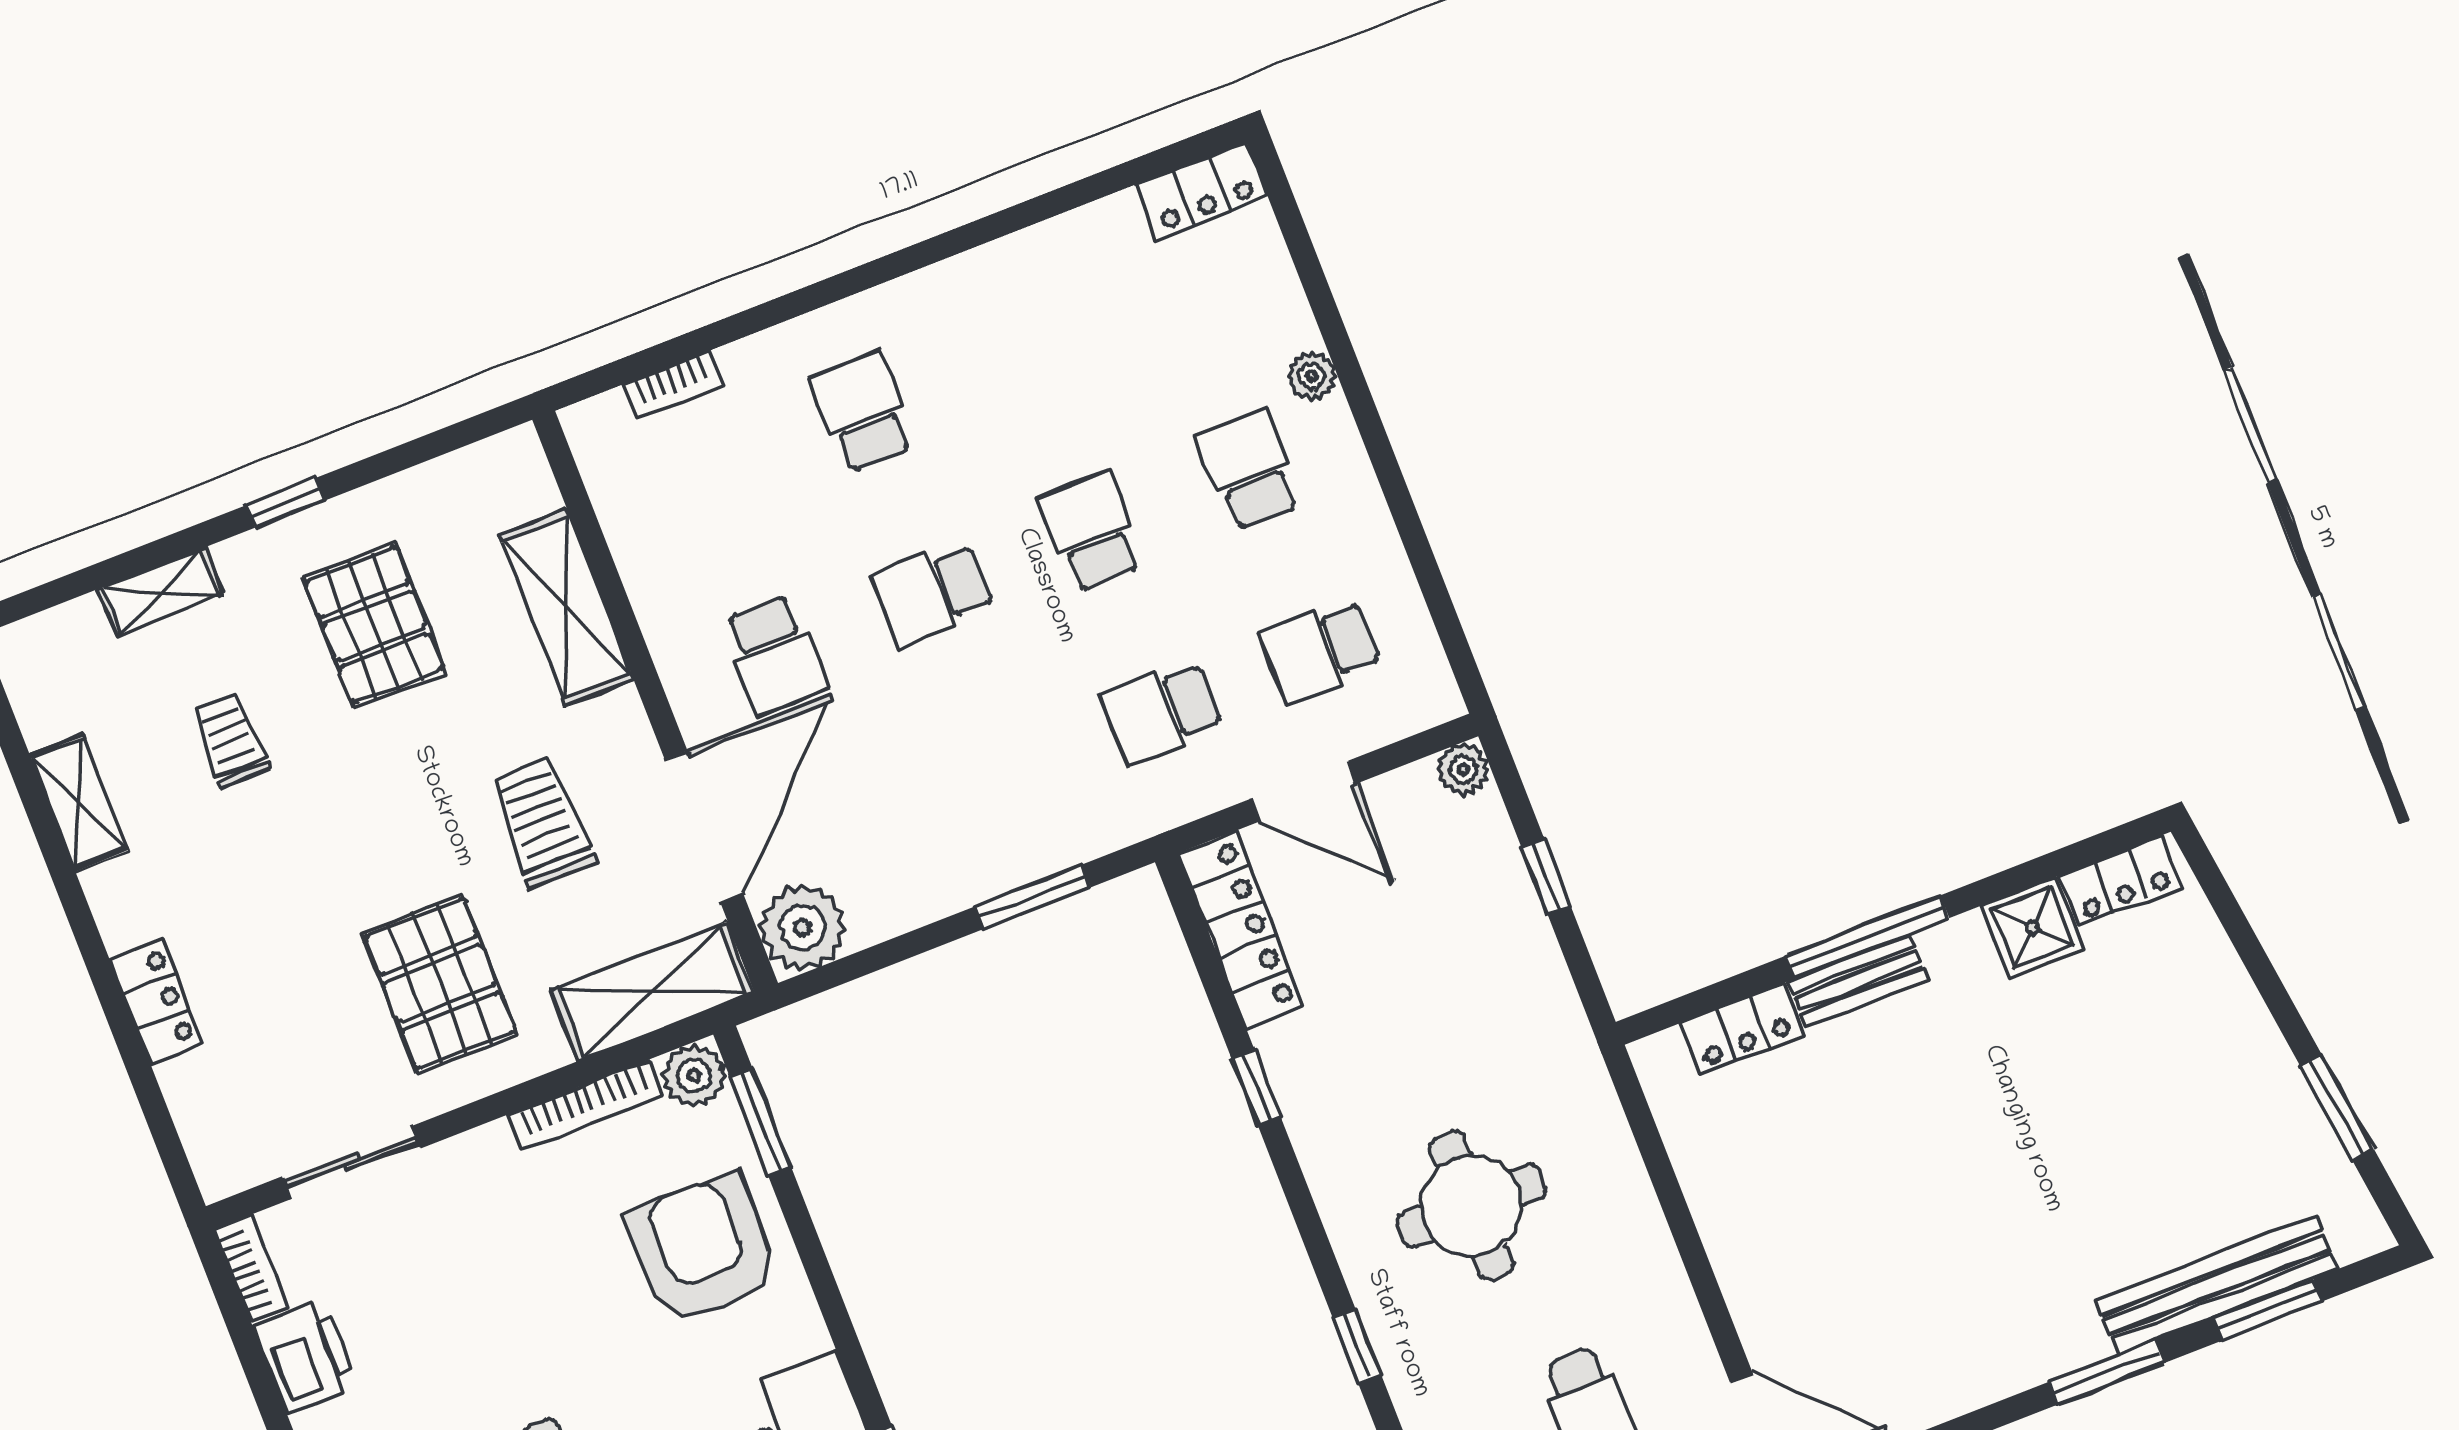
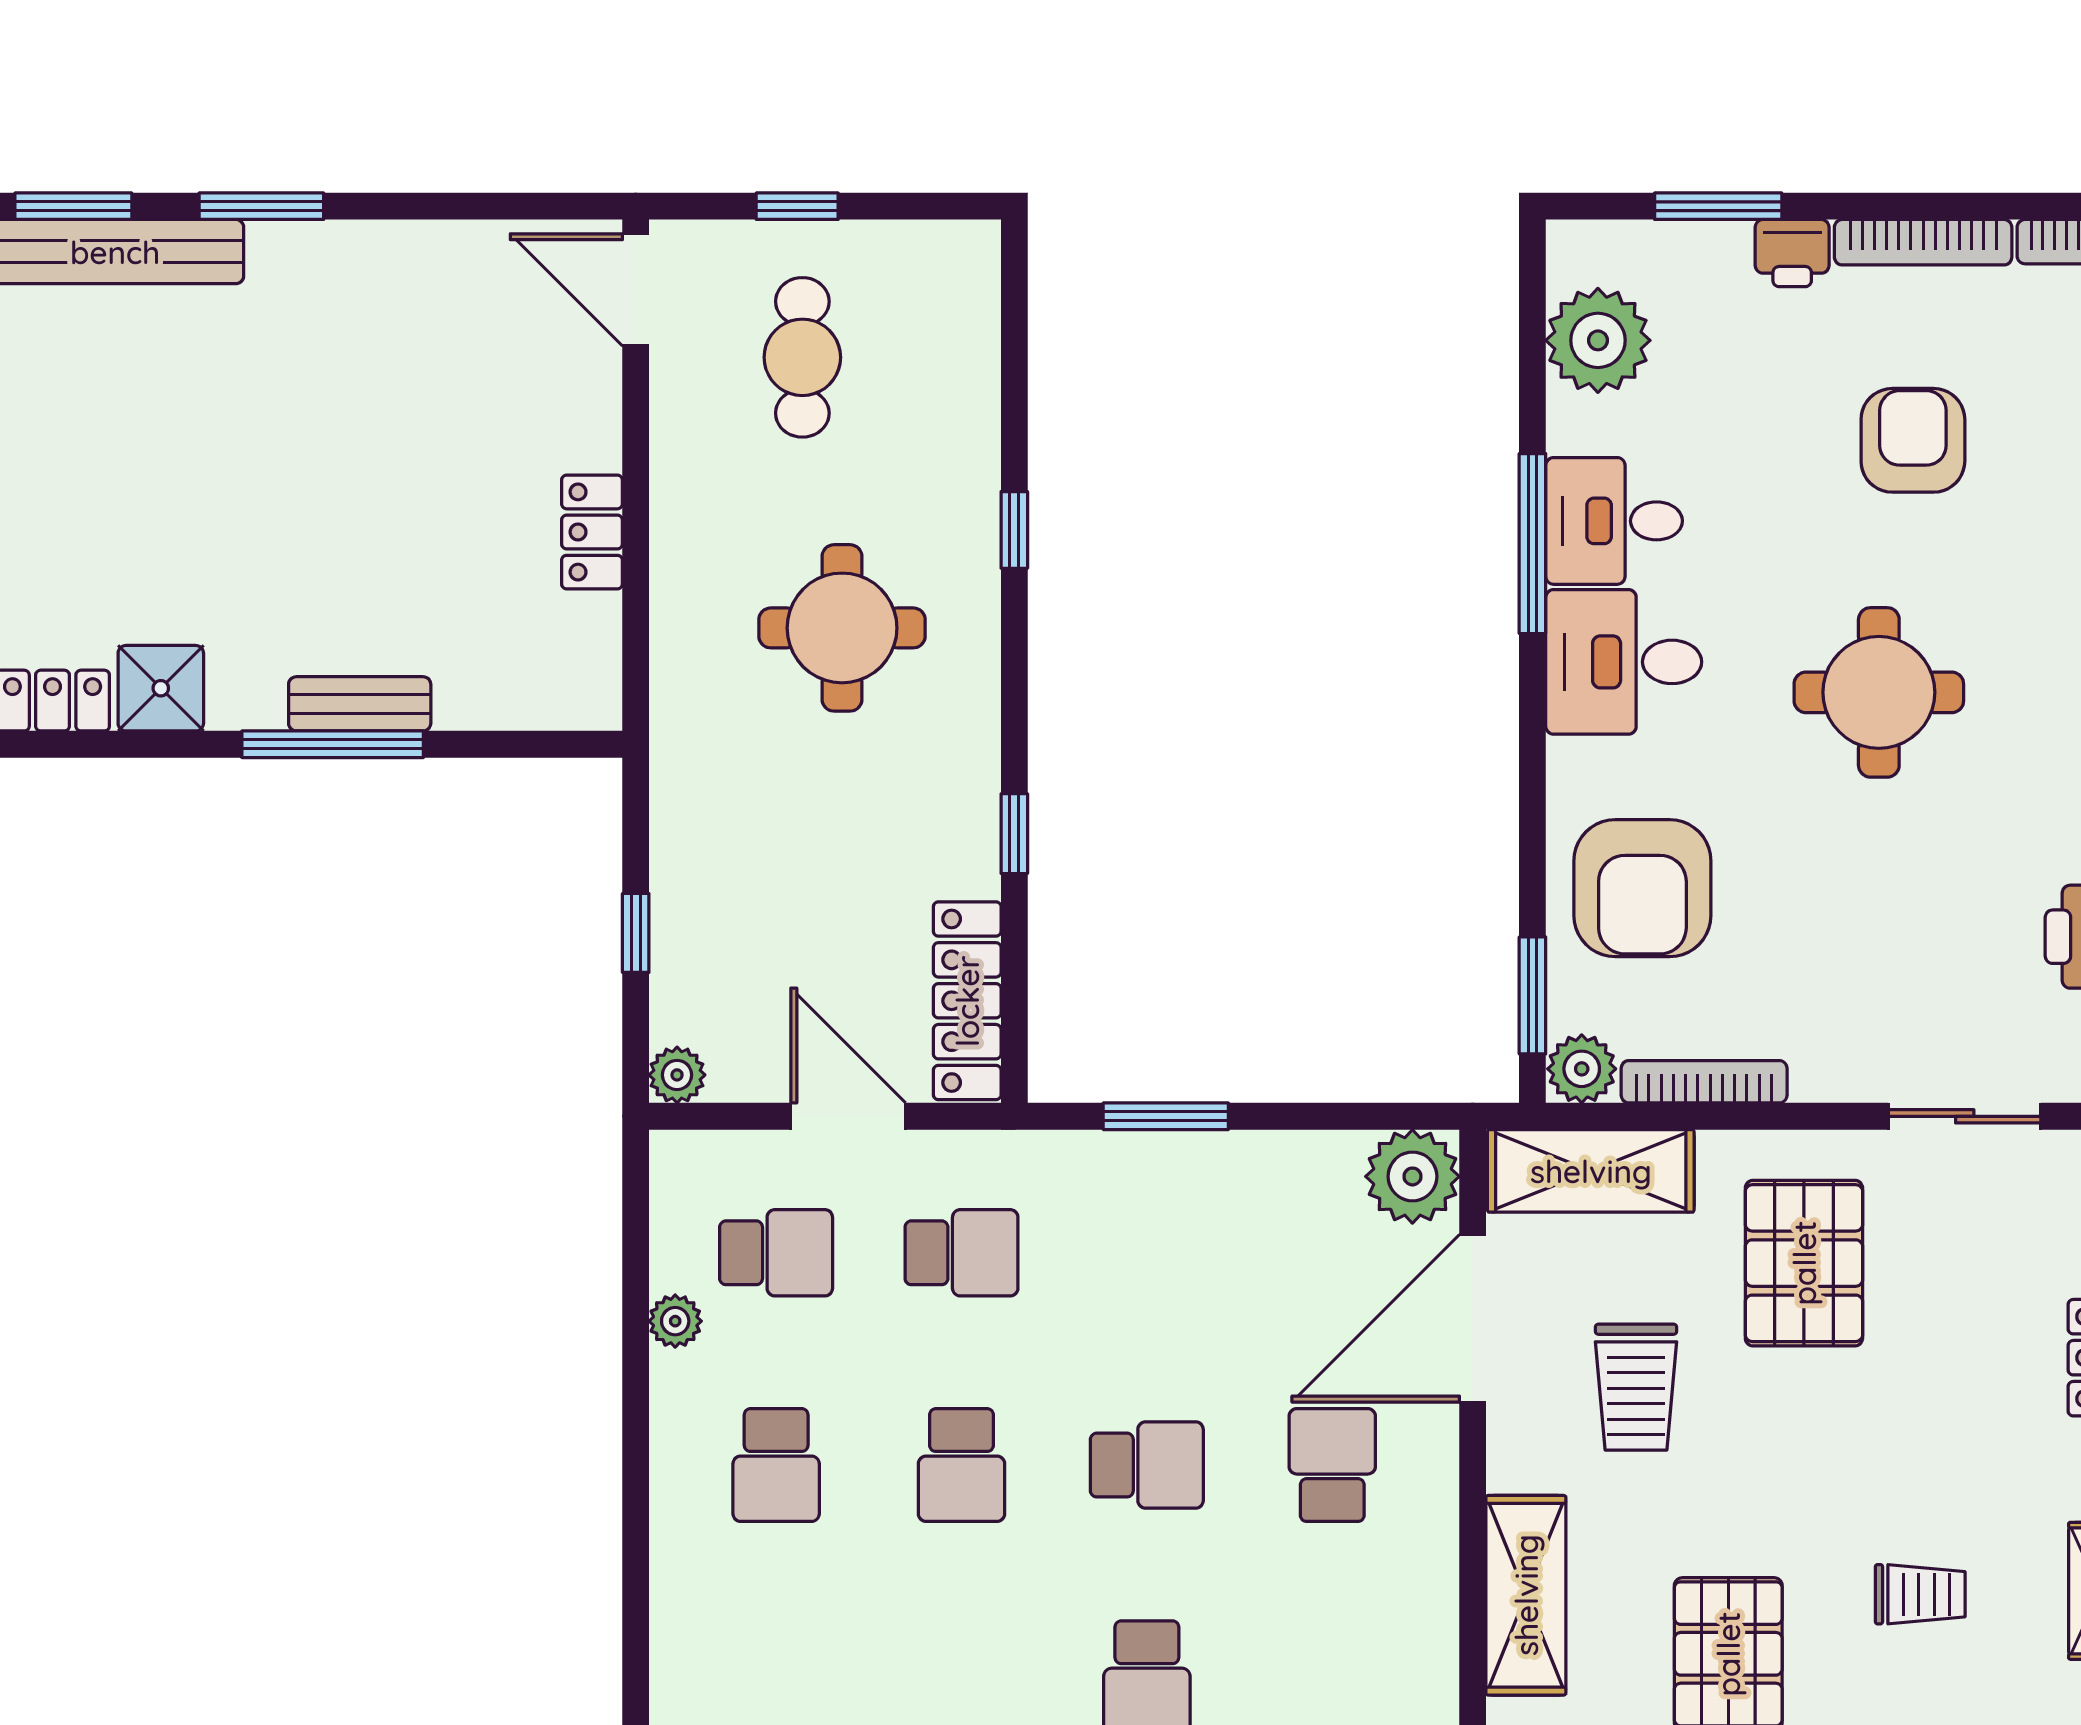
plant: (1312, 376) -> (675, 1321), moved
trolley: (230, 740) -> (1920, 1594), turned -90
locker: (1742, 1029) -> (592, 532), moved, turned -90

